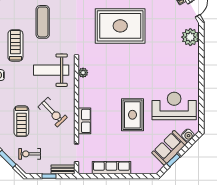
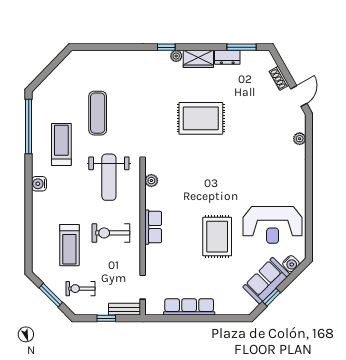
rug: (120, 26) -> (201, 118), width x0.73, depth x0.69
plant: (190, 37) -> (300, 139), width x0.53, depth x0.53
weight bench: (51, 70) -> (109, 177), turned -90
reception desk: (174, 106) -> (273, 225), turned 180
exercise bike: (53, 112) -> (111, 233), turned 134
row of seats: (84, 121) -> (153, 227), moved

